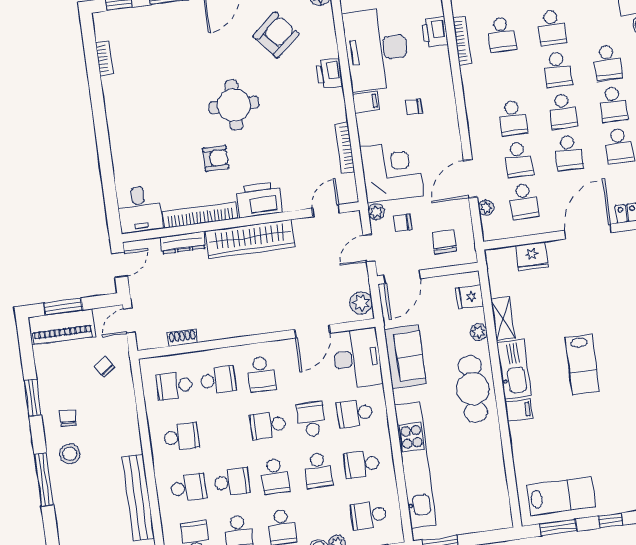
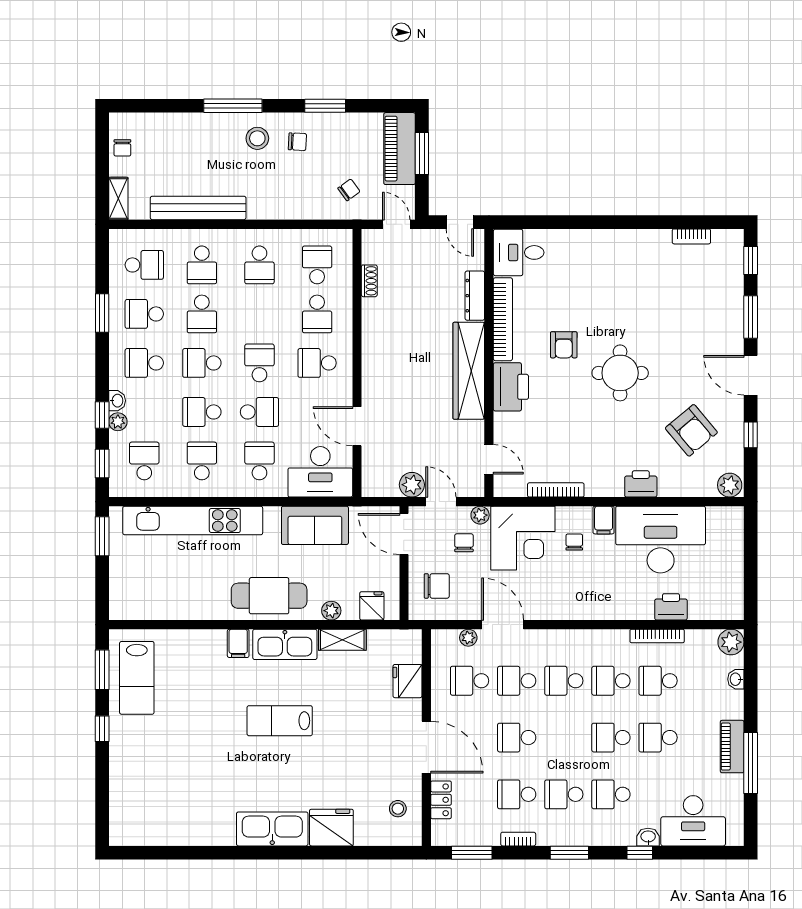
chair: (414, 107) -> (574, 542), moved
school desk: (563, 111) -> (611, 681), moved
plant: (361, 303) -> (412, 485), moved

